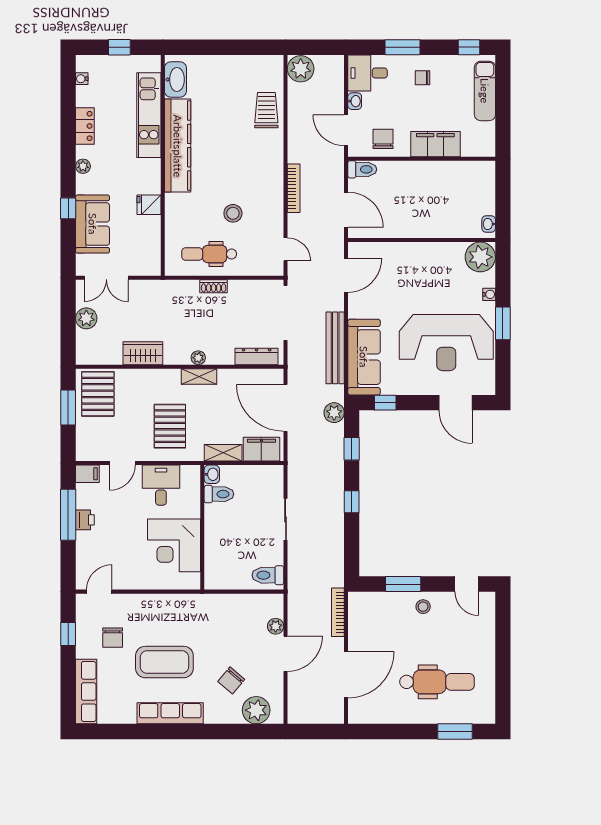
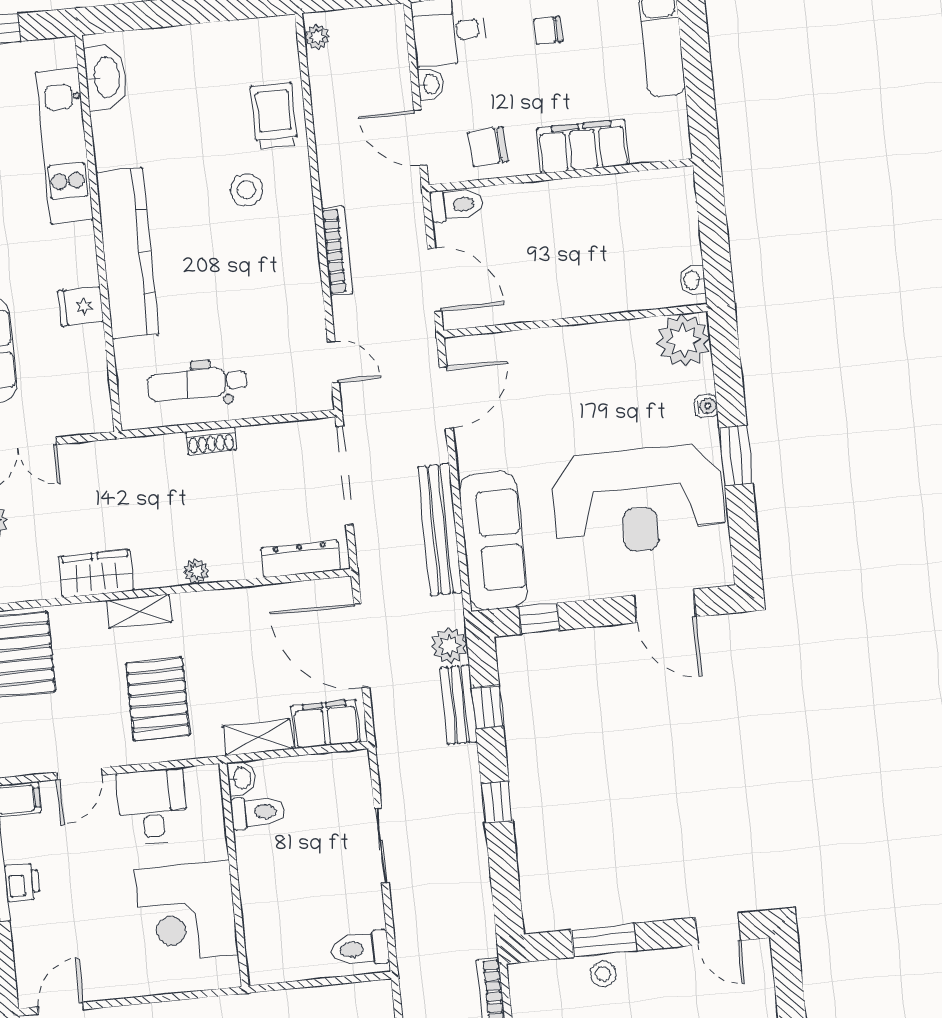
plant: (301, 69) -> (317, 37), width x0.53, depth x0.53
chair: (383, 139) -> (488, 147), turned -93
kitchen counter: (178, 146) -> (127, 253), moved
stool: (233, 213) -> (246, 190), moved
shelving: (199, 376) -> (139, 611), moved
bench: (336, 446) -> (459, 705), added
stool: (423, 607) -> (603, 974), moved

